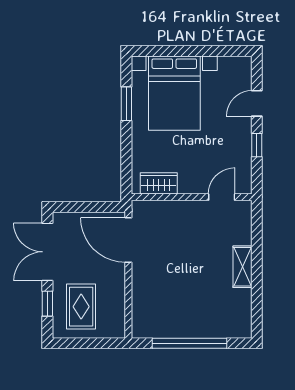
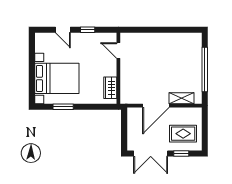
door: (128, 240) -> (156, 106), moved
shelving: (242, 267) -> (181, 98), moved

